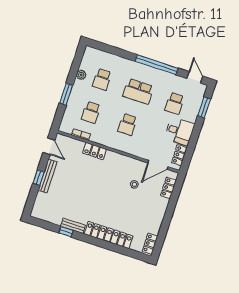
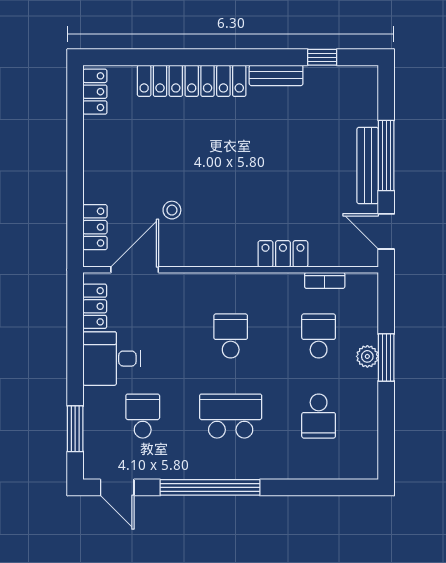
plant: (81, 75) -> (367, 356), moved
school desk: (102, 79) -> (319, 416), turned 180
window: (39, 178) -> (386, 155), width x2.17
window: (66, 232) -> (322, 57), moved

